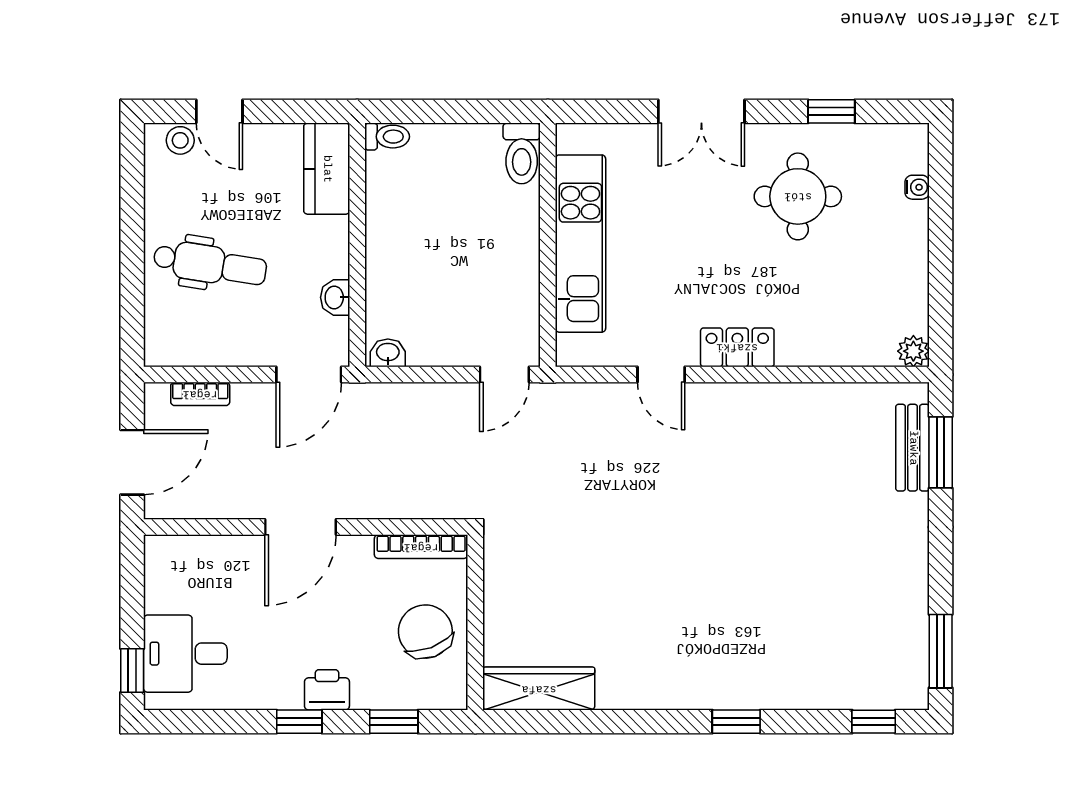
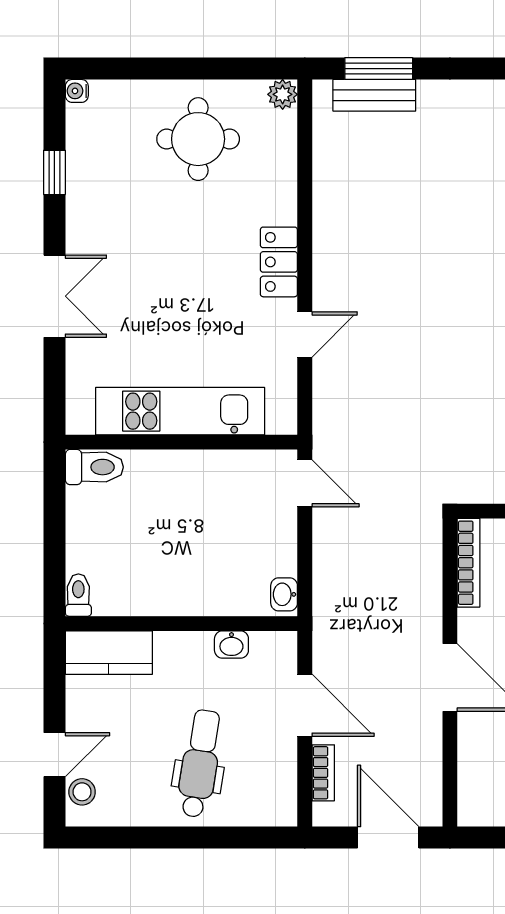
water cooler: (917, 187) -> (77, 91), moved, turned -90
round table: (798, 196) -> (198, 139), moved
door: (309, 375) -> (305, 705), moved

